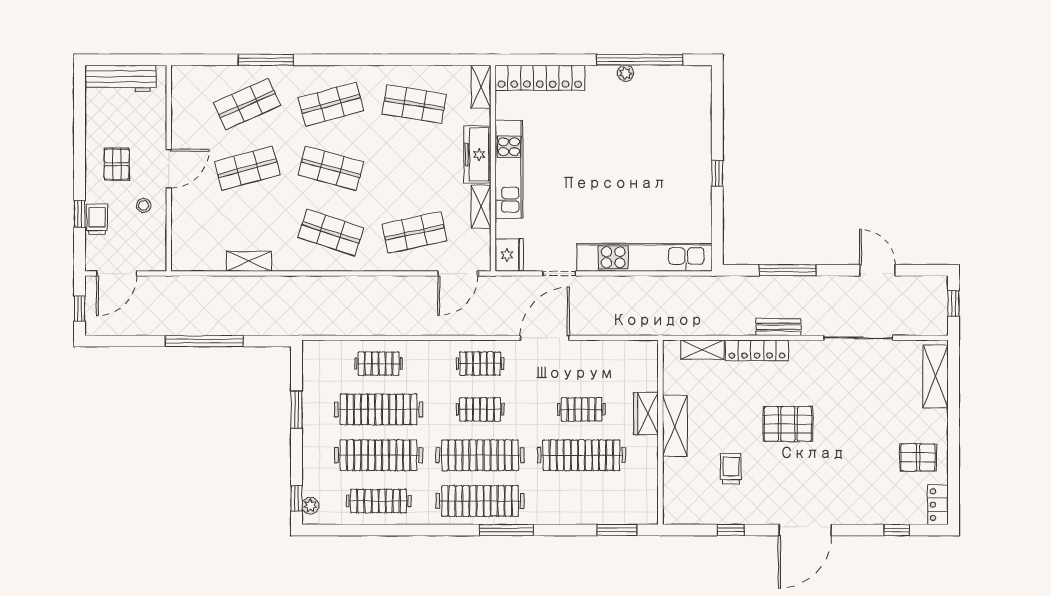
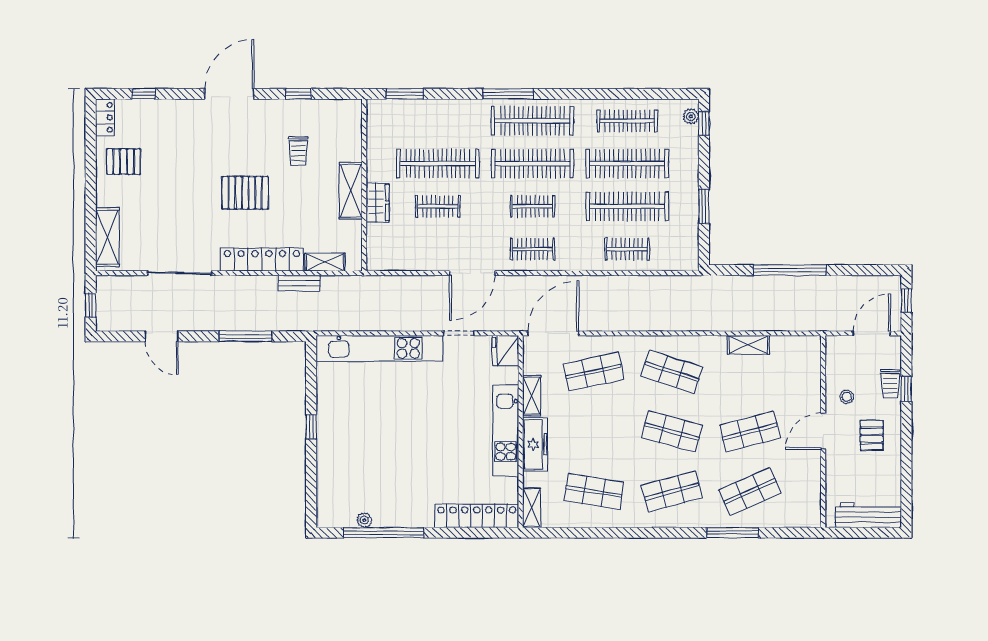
plant: (625, 73) -> (364, 520), moved
door: (458, 273) -> (553, 333), width x1.36
bench: (778, 327) -> (299, 283), moved
locker: (757, 350) -> (262, 259), width x1.41, depth x1.21

